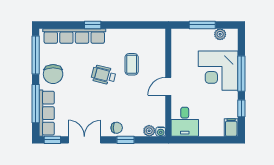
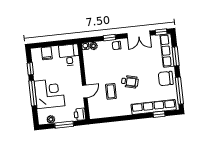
window: (93, 25) -> (159, 114), moved
printer: (179, 37) -> (80, 114), added
chair: (53, 74) -> (166, 79), turned -90
door: (168, 86) -> (85, 91), moved
window: (36, 104) -> (176, 56), width x0.69
filing cabinet: (231, 127) -> (47, 53), moved

